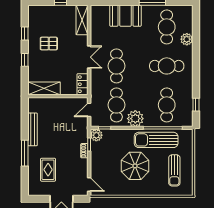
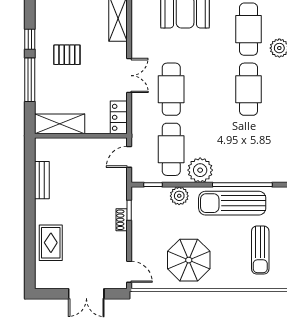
window: (25, 60) -> (30, 80), width x2.17
cafe table: (167, 66) -> (249, 89), turned 90
cafe table: (167, 105) -> (249, 149), removed
bench: (33, 129) -> (42, 180), width x0.73
plant: (96, 135) -> (179, 196), moved
window: (25, 153) -> (30, 223), removed
parasol: (135, 166) -> (189, 260), moved
rug: (48, 170) -> (51, 243), moved

